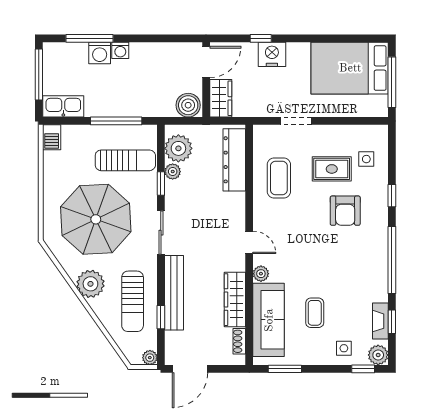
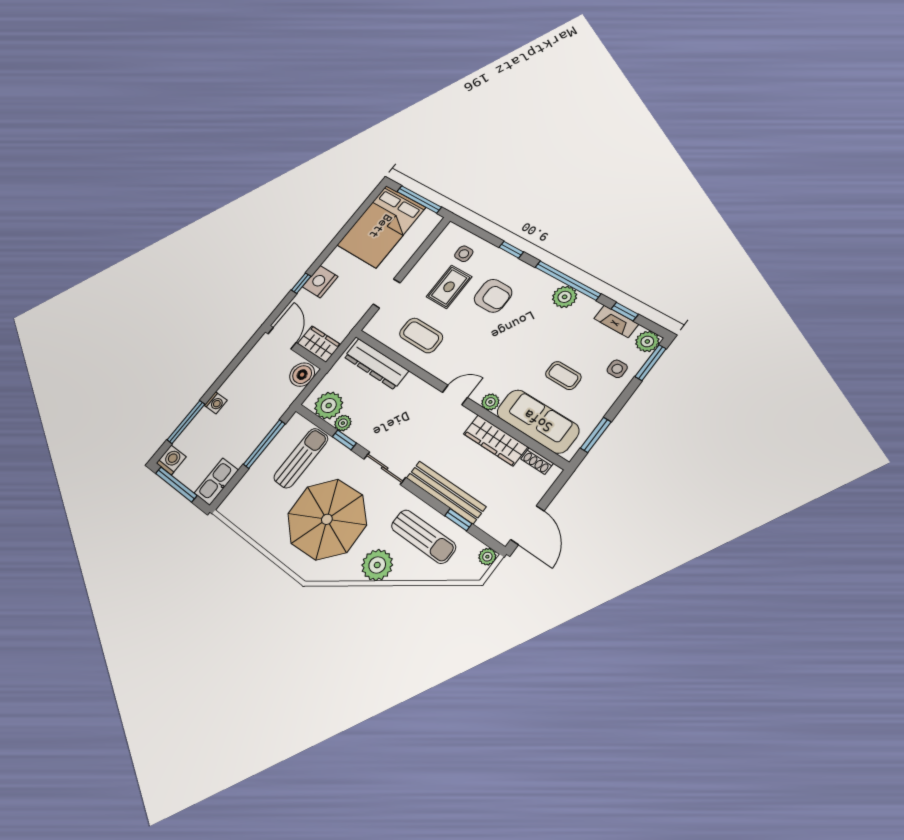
washing machine: (100, 53) -> (171, 460), moved, turned -90
barbecue: (52, 137) -> (231, 510), removed
plant: (377, 268) -> (565, 297), added
window: (363, 369) -> (651, 363), width x1.50

